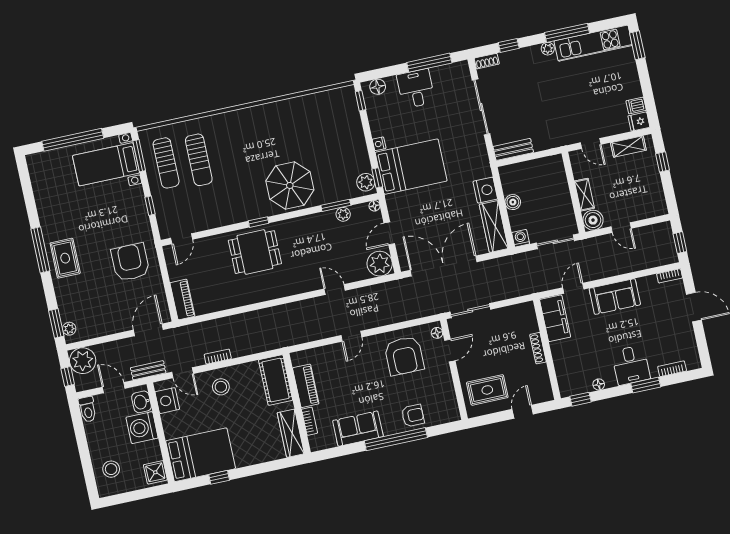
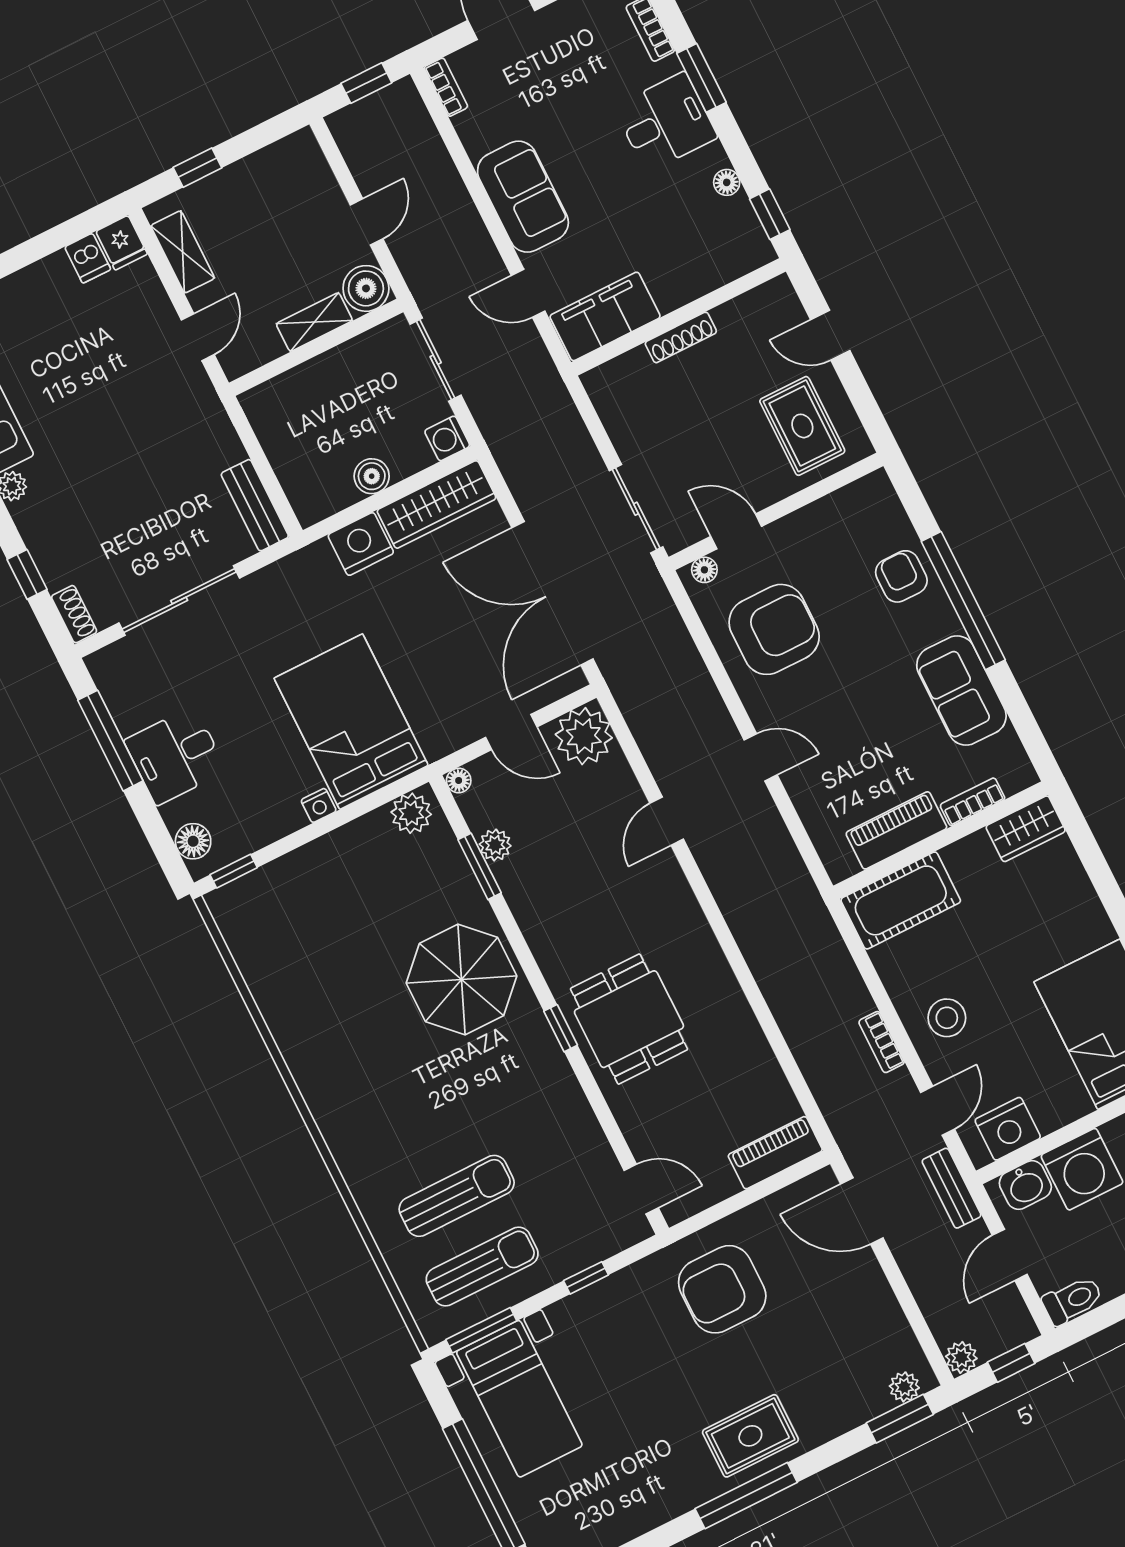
window: (377, 178) -> (395, 790), removed
plant: (83, 361) -> (961, 1357), width x0.53, depth x0.53
wardrobe: (291, 433) -> (1026, 829), width x0.67

